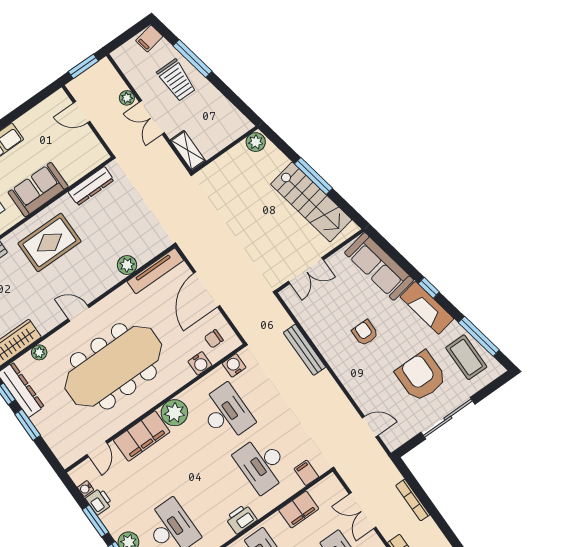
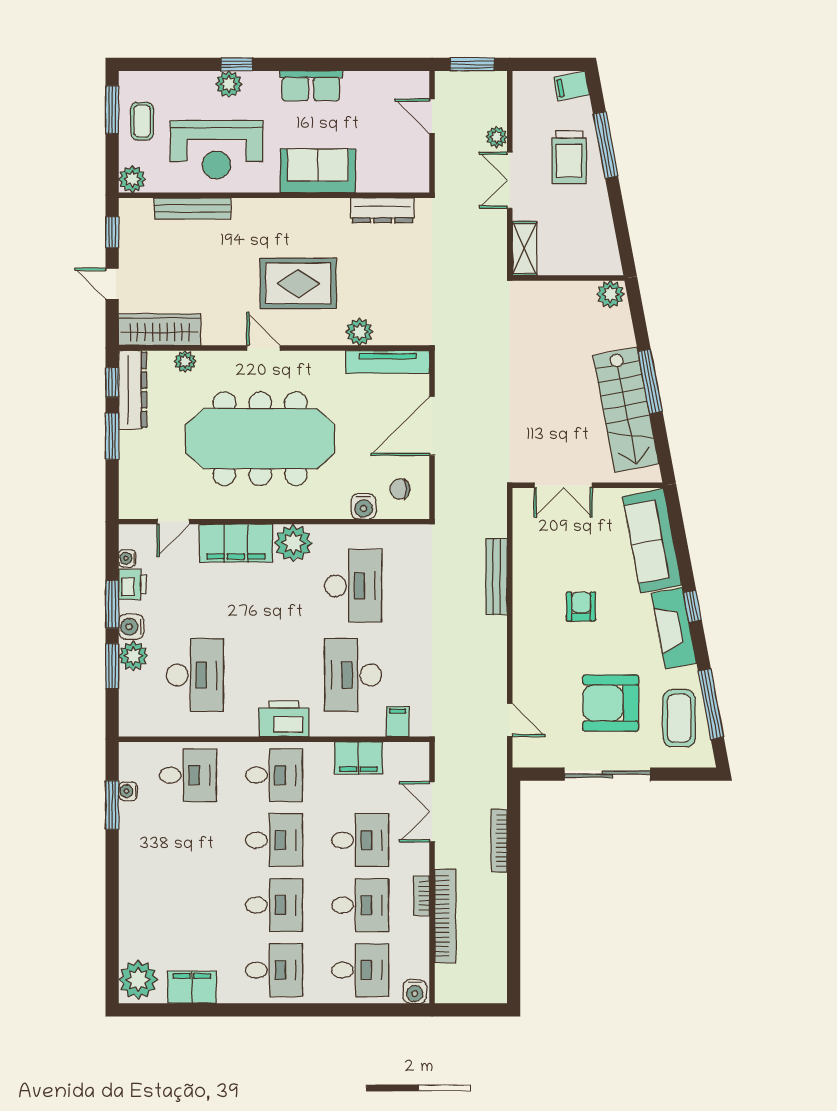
rug: (49, 242) -> (298, 283), moved
water cooler: (234, 365) -> (131, 627), moved, turned -90
armchair: (421, 376) -> (611, 703), turned -90
printer: (241, 519) -> (284, 719), width x1.37, depth x1.19

